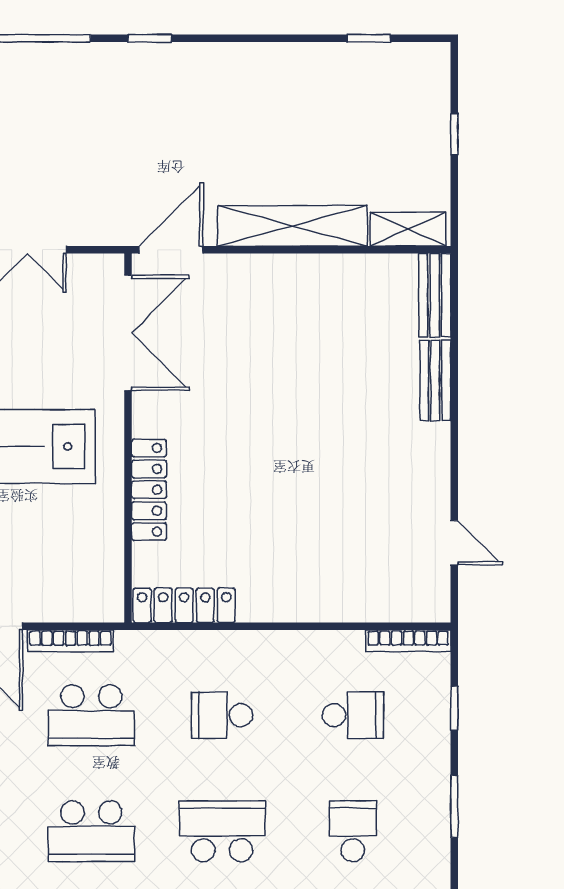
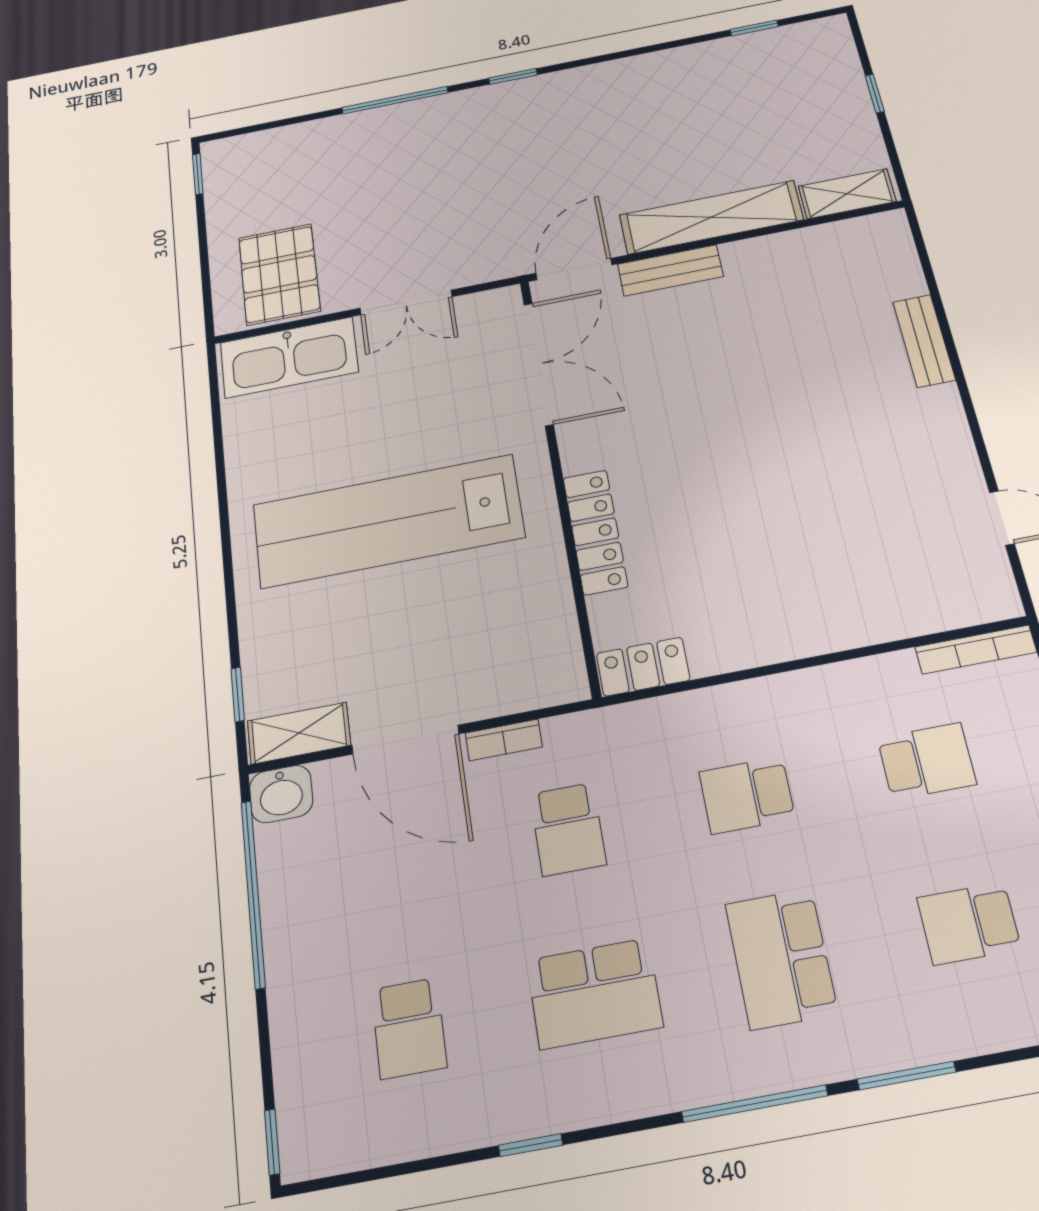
bench: (435, 295) -> (670, 270), moved, turned 90
locker: (184, 605) -> (643, 667), width x0.66
bookcase: (70, 641) -> (504, 740), width x0.64
school desk: (91, 715) -> (568, 829), width x0.54
school desk: (222, 831) -> (781, 958), turned -90
school desk: (353, 831) -> (969, 923), turned -90

